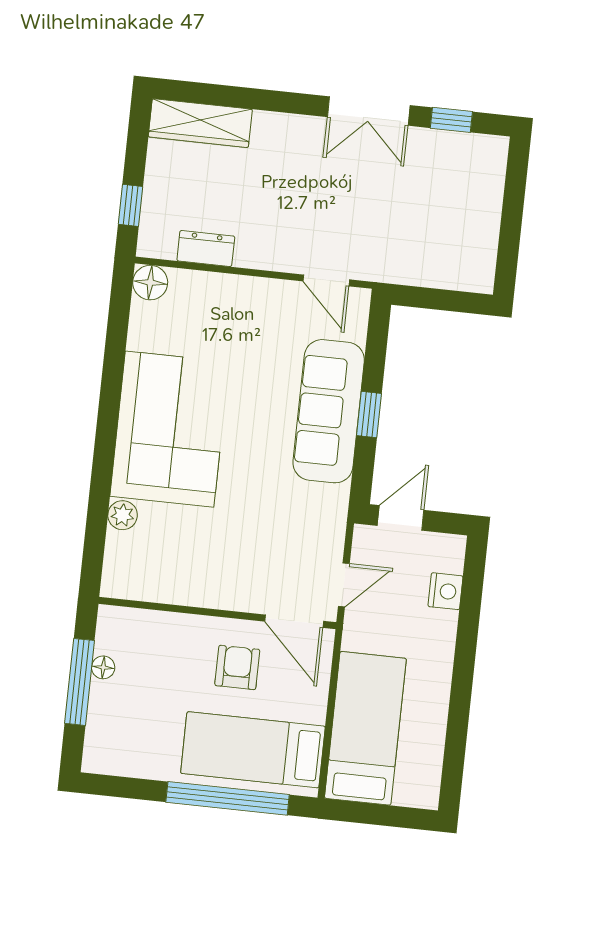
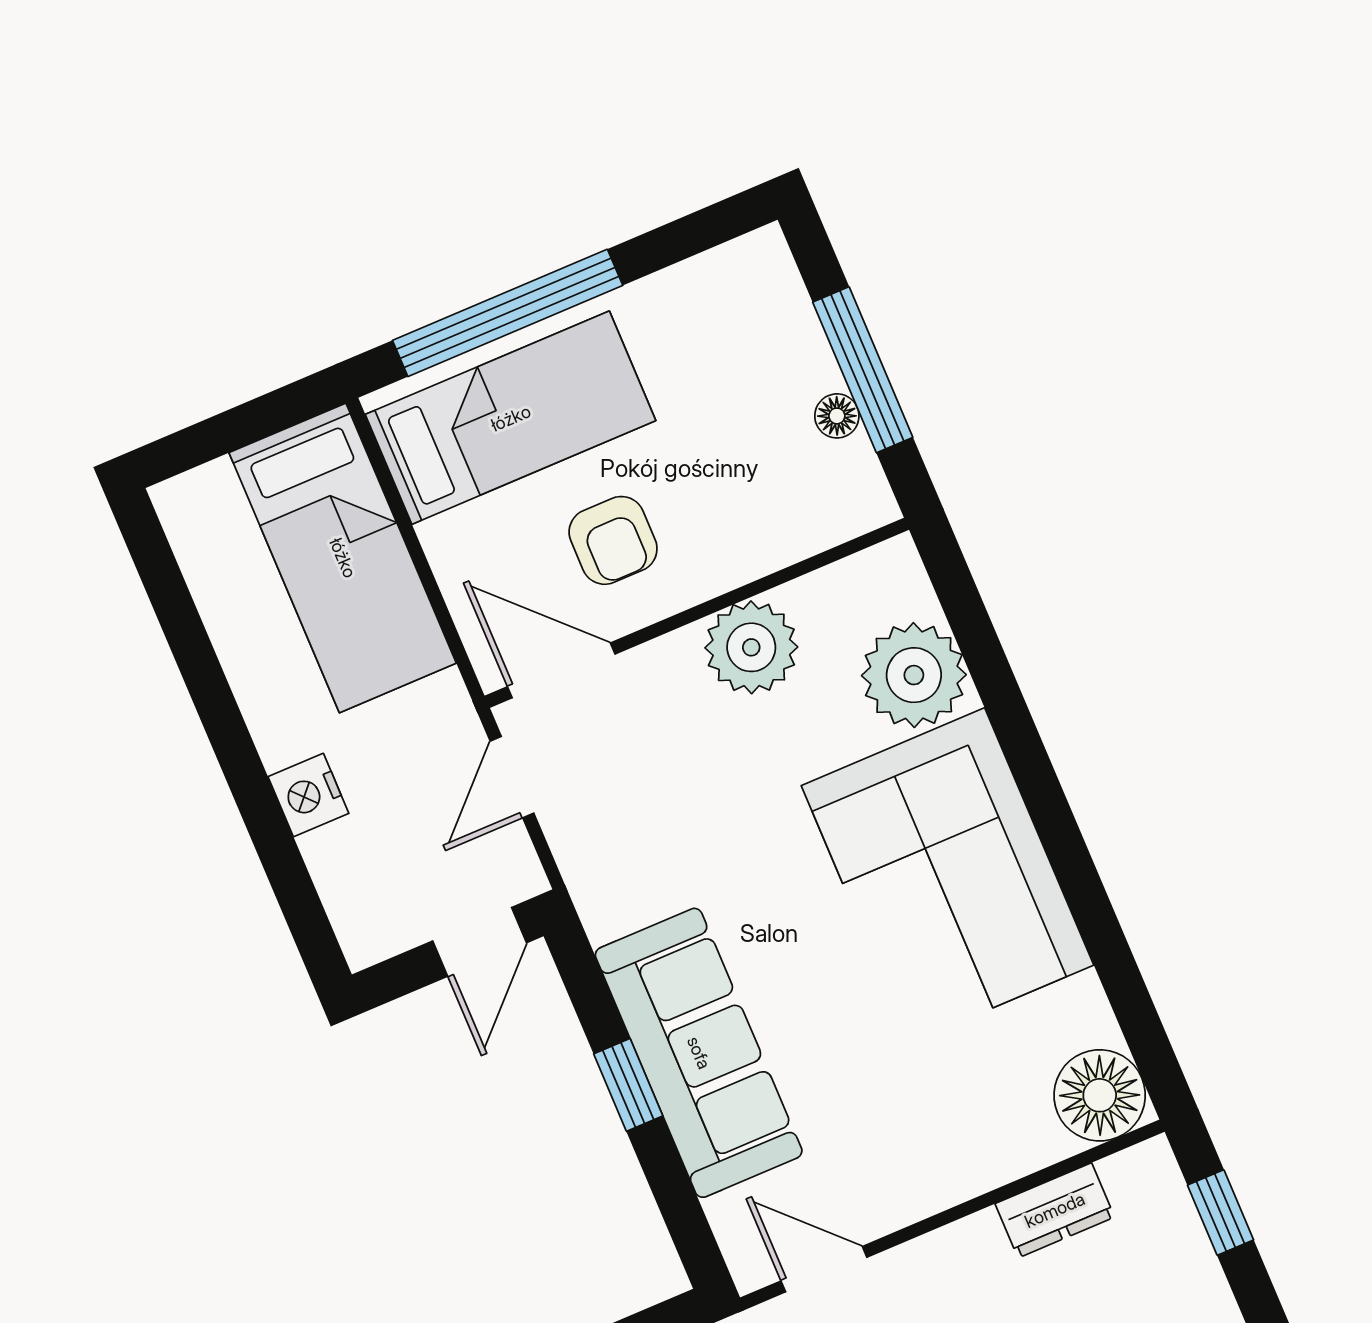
floor lamp: (150, 283) -> (1100, 1095), width x1.38, depth x1.38
plant: (123, 515) -> (914, 675), width x1.88, depth x1.88
plant: (201, 583) -> (751, 647), added
nightstand: (445, 591) -> (308, 795), moved

